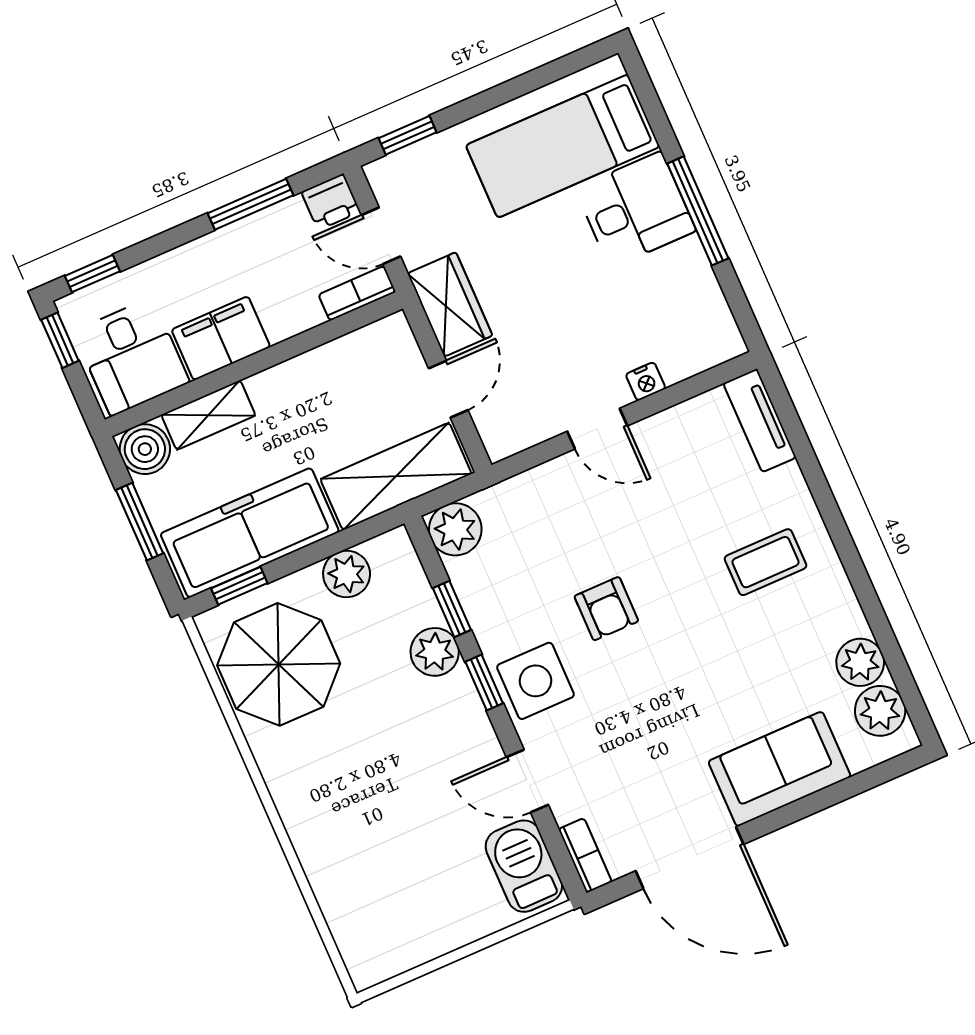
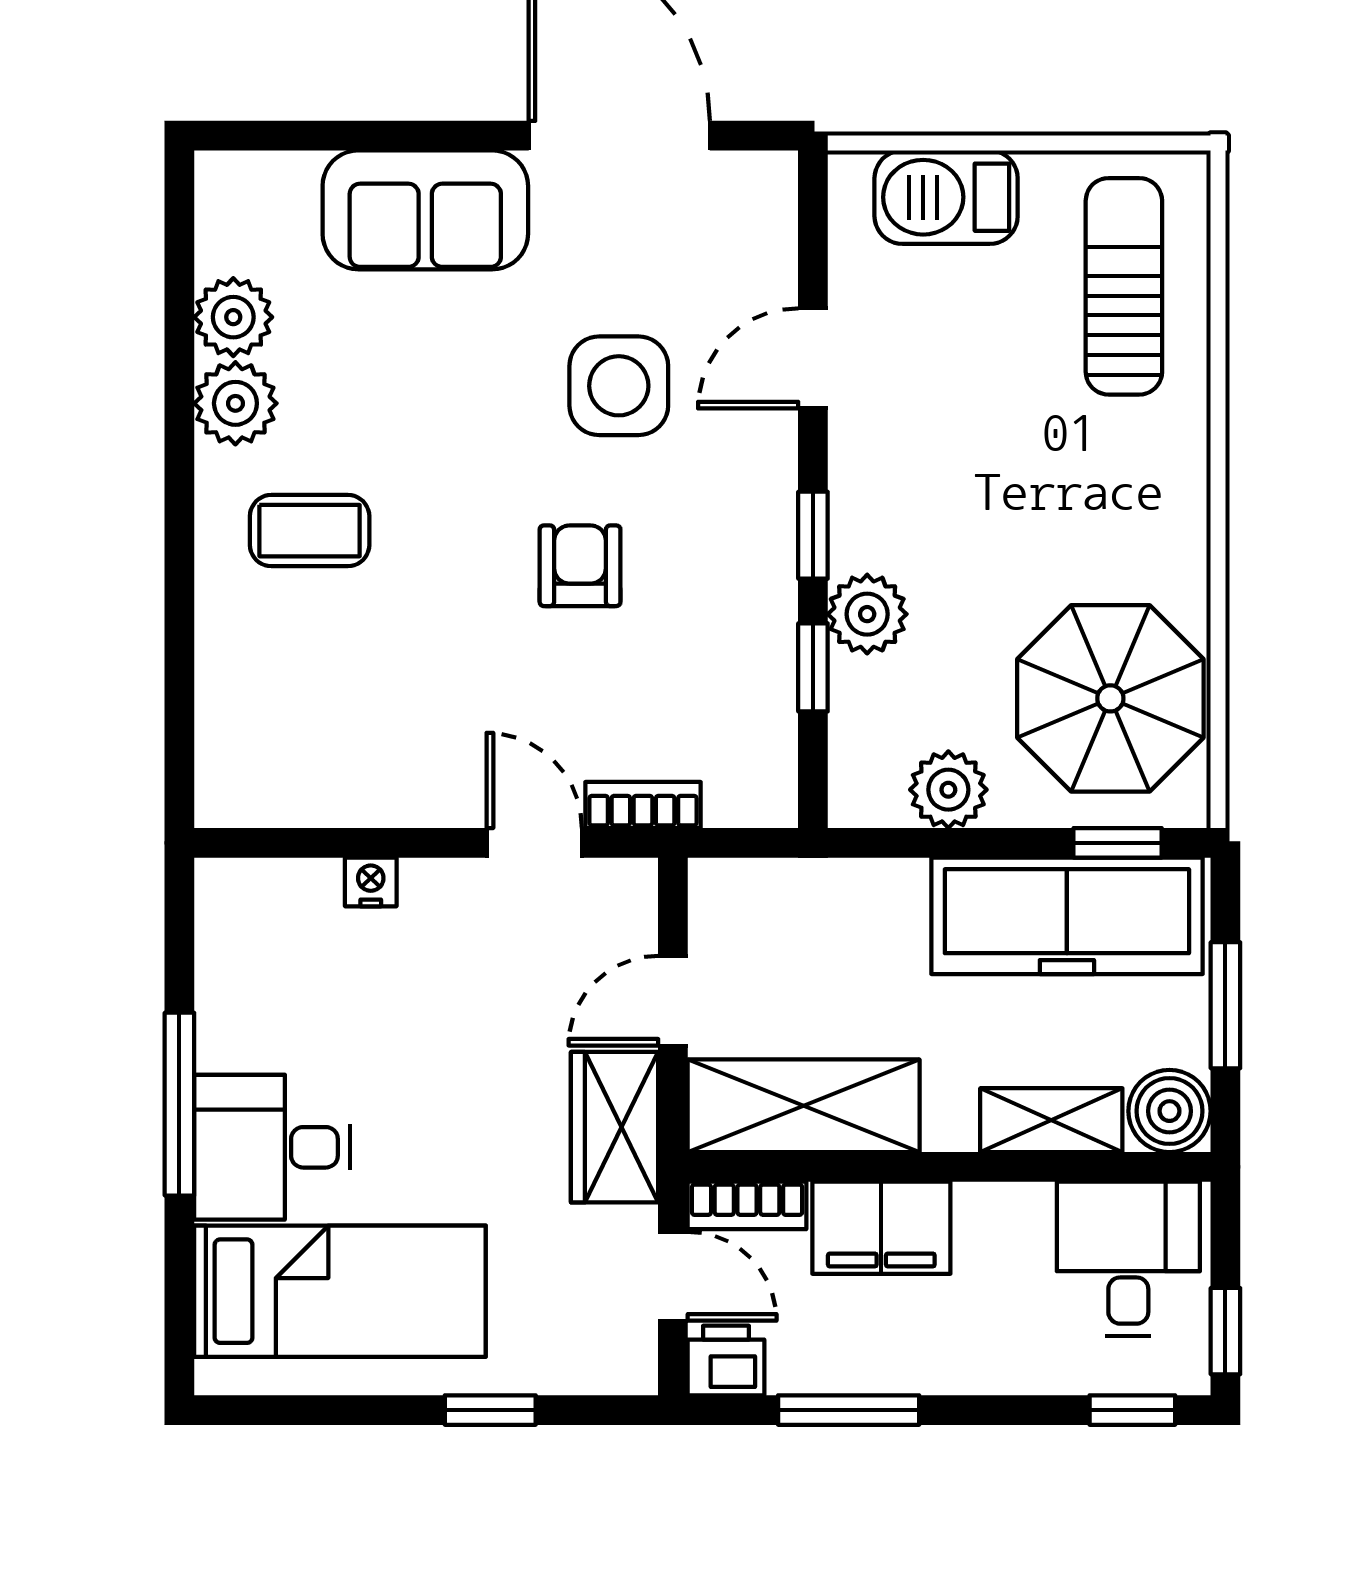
window: (408, 135) -> (490, 1410), moved
filing cabinet: (221, 338) -> (881, 1228), moved
tv unit: (760, 420) -> (225, 748), removed
door: (597, 429) -> (534, 843), moved
shelving: (396, 476) -> (804, 1106), moved
plant: (455, 529) -> (755, 785), removed
side table: (535, 681) -> (619, 386), moved
plant: (880, 711) -> (235, 403), moved
door: (527, 781) -> (813, 358), swing flipped
bookcase: (585, 855) -> (643, 805), moved, turned 90
barbecue: (524, 866) -> (946, 197), moved, turned 90
sun lounger: (372, 897) -> (1124, 286), added

